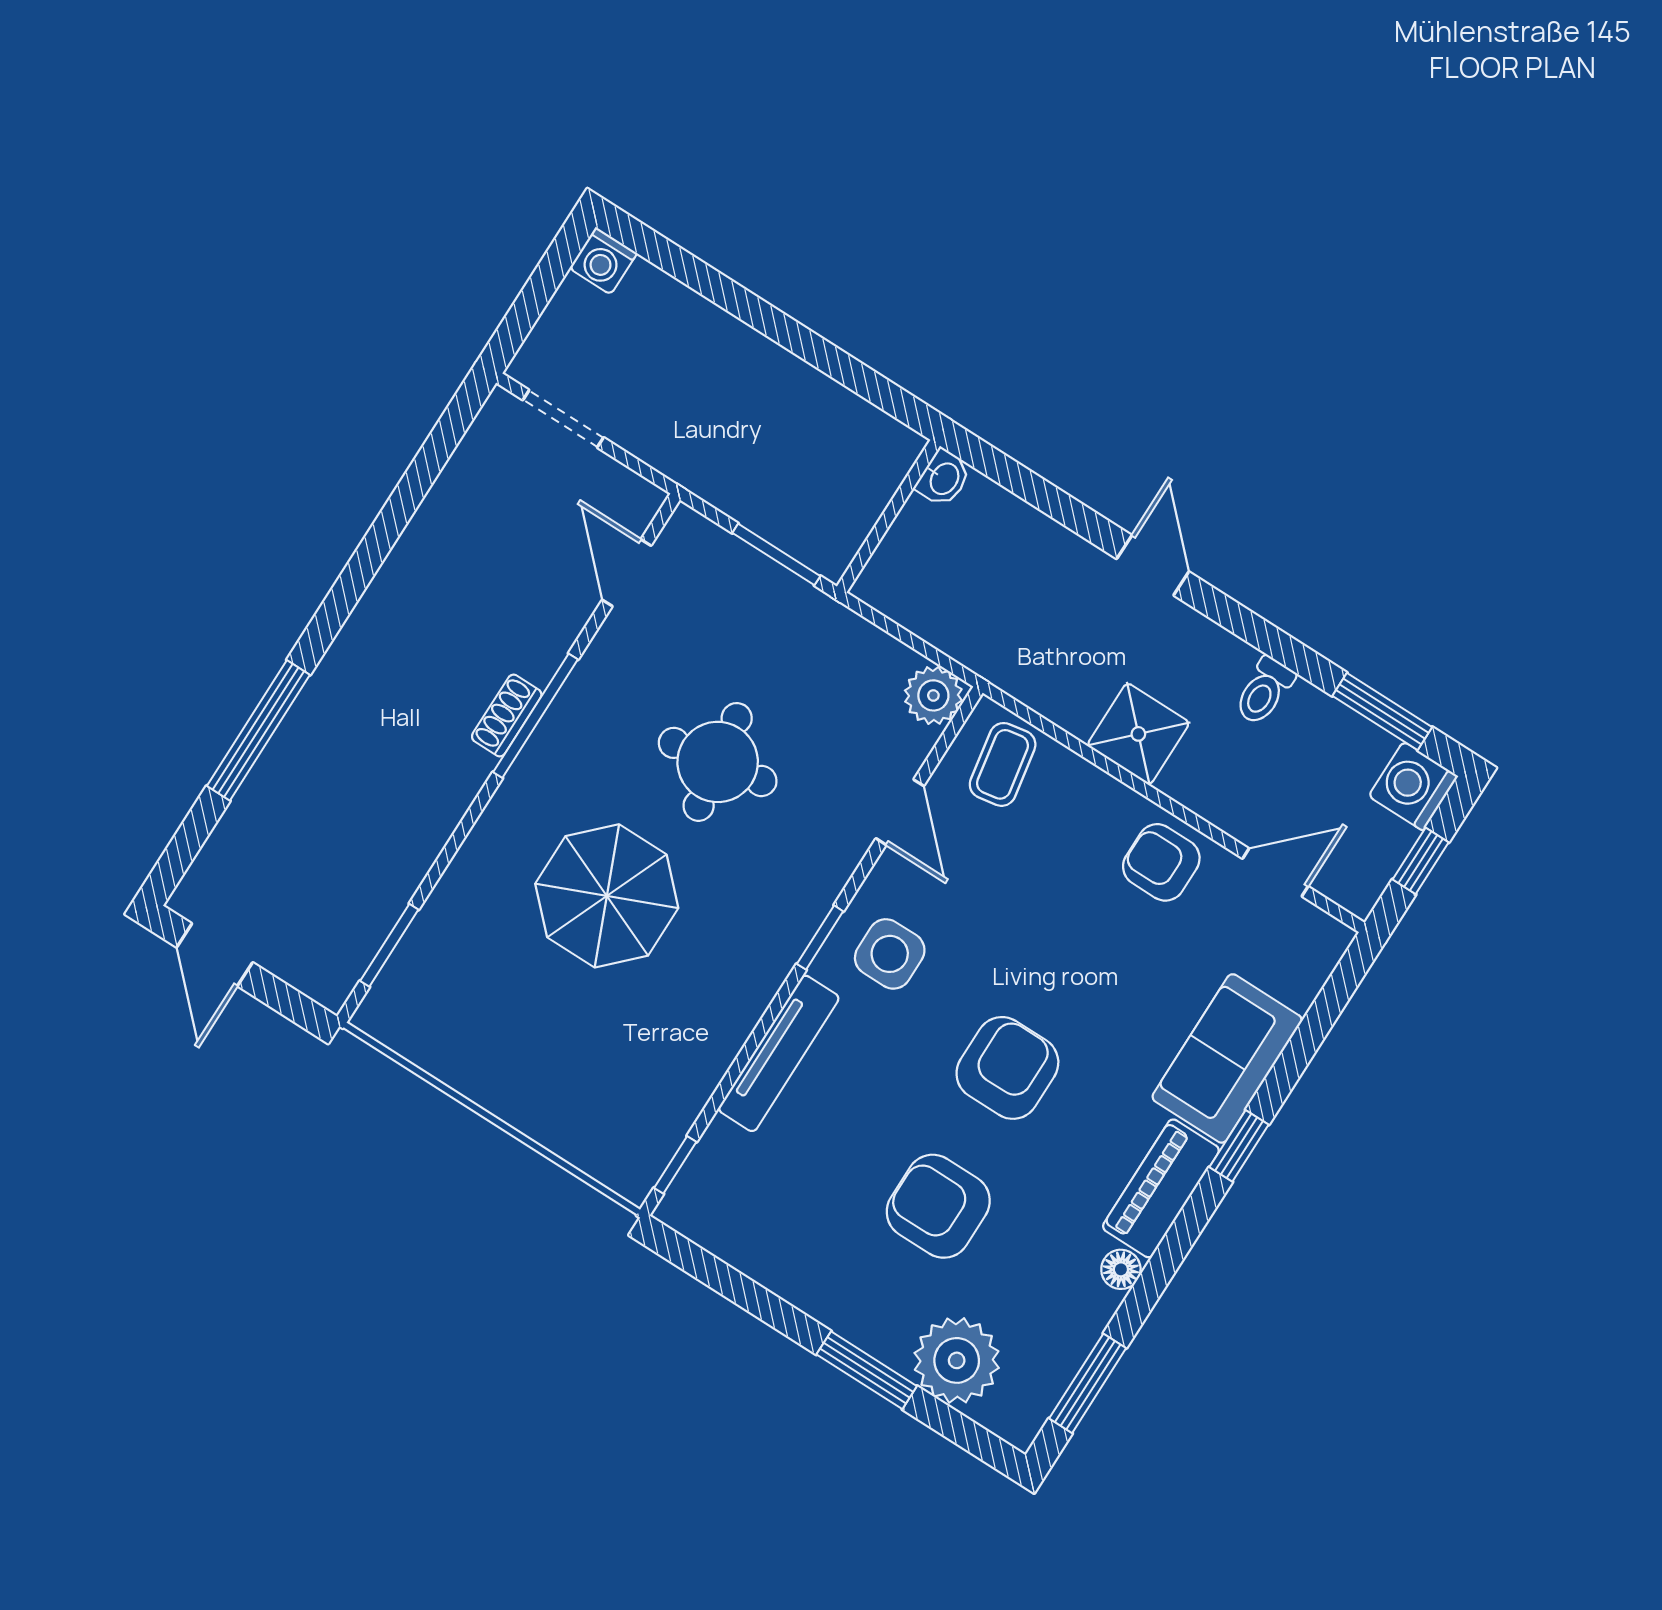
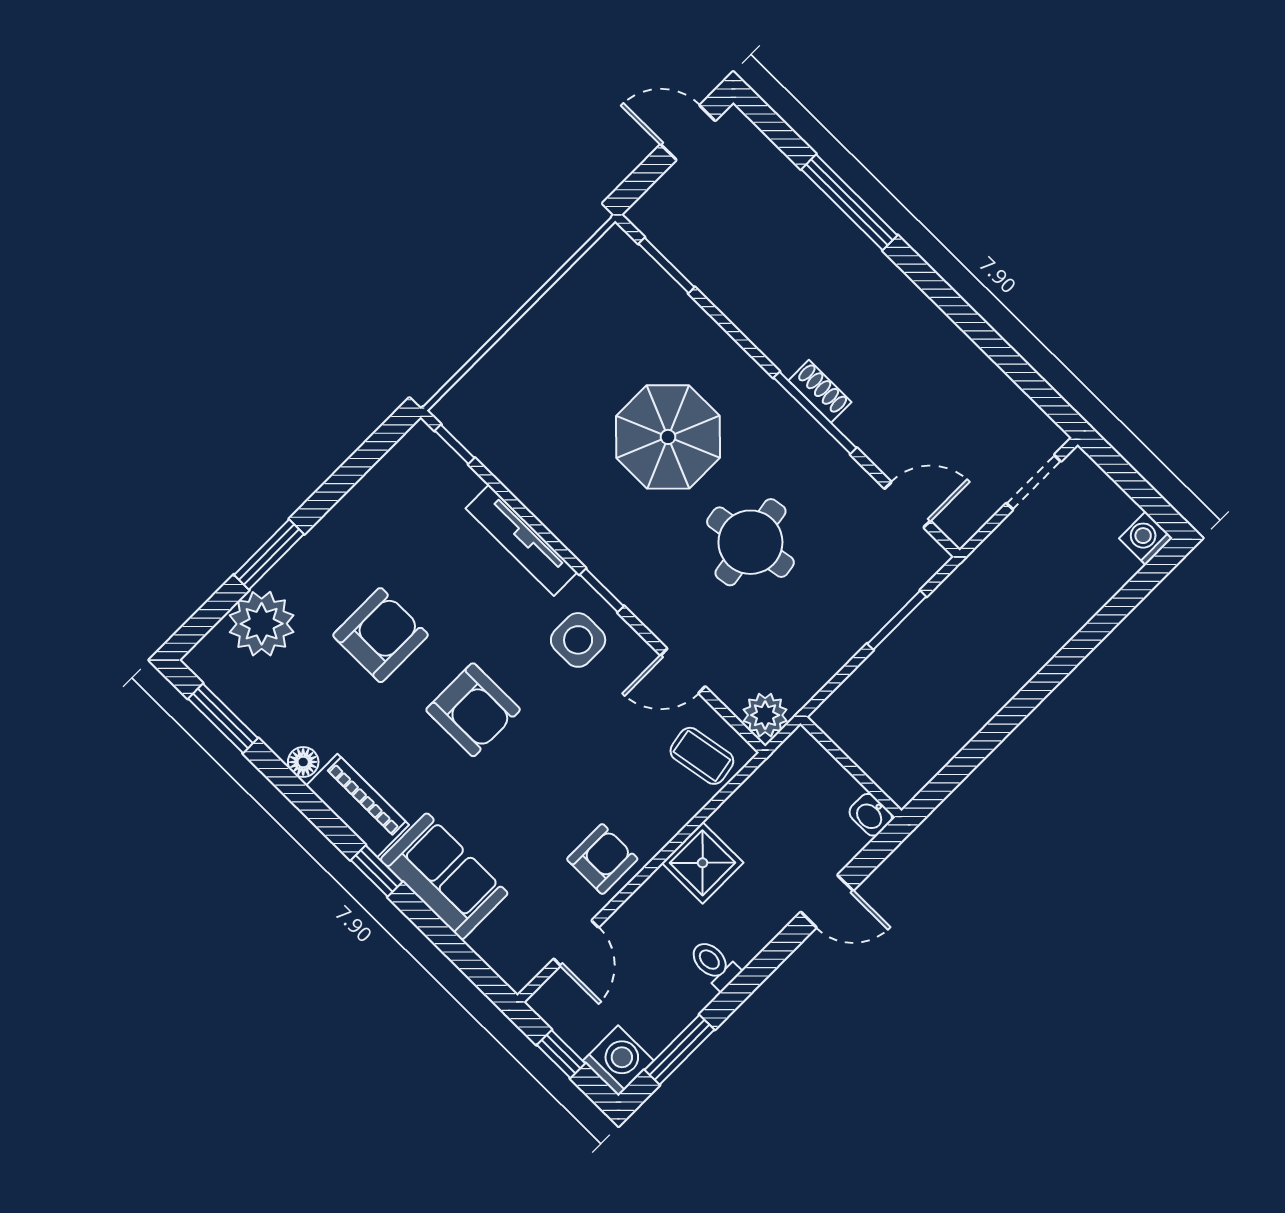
washbasin: (943, 478) -> (871, 815), moved
wall: (888, 516) -> (851, 767), moved

